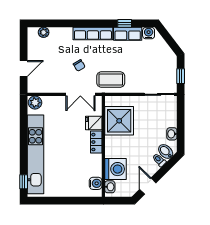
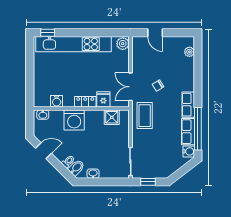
window: (125, 23) -> (198, 129), width x3.17
row of seats: (93, 34) -> (188, 105), width x0.68
shower: (119, 121) -> (112, 117), width x0.54, depth x0.54
washing machine: (115, 169) -> (74, 120), moved
water cooler: (96, 183) -> (57, 101), moved

